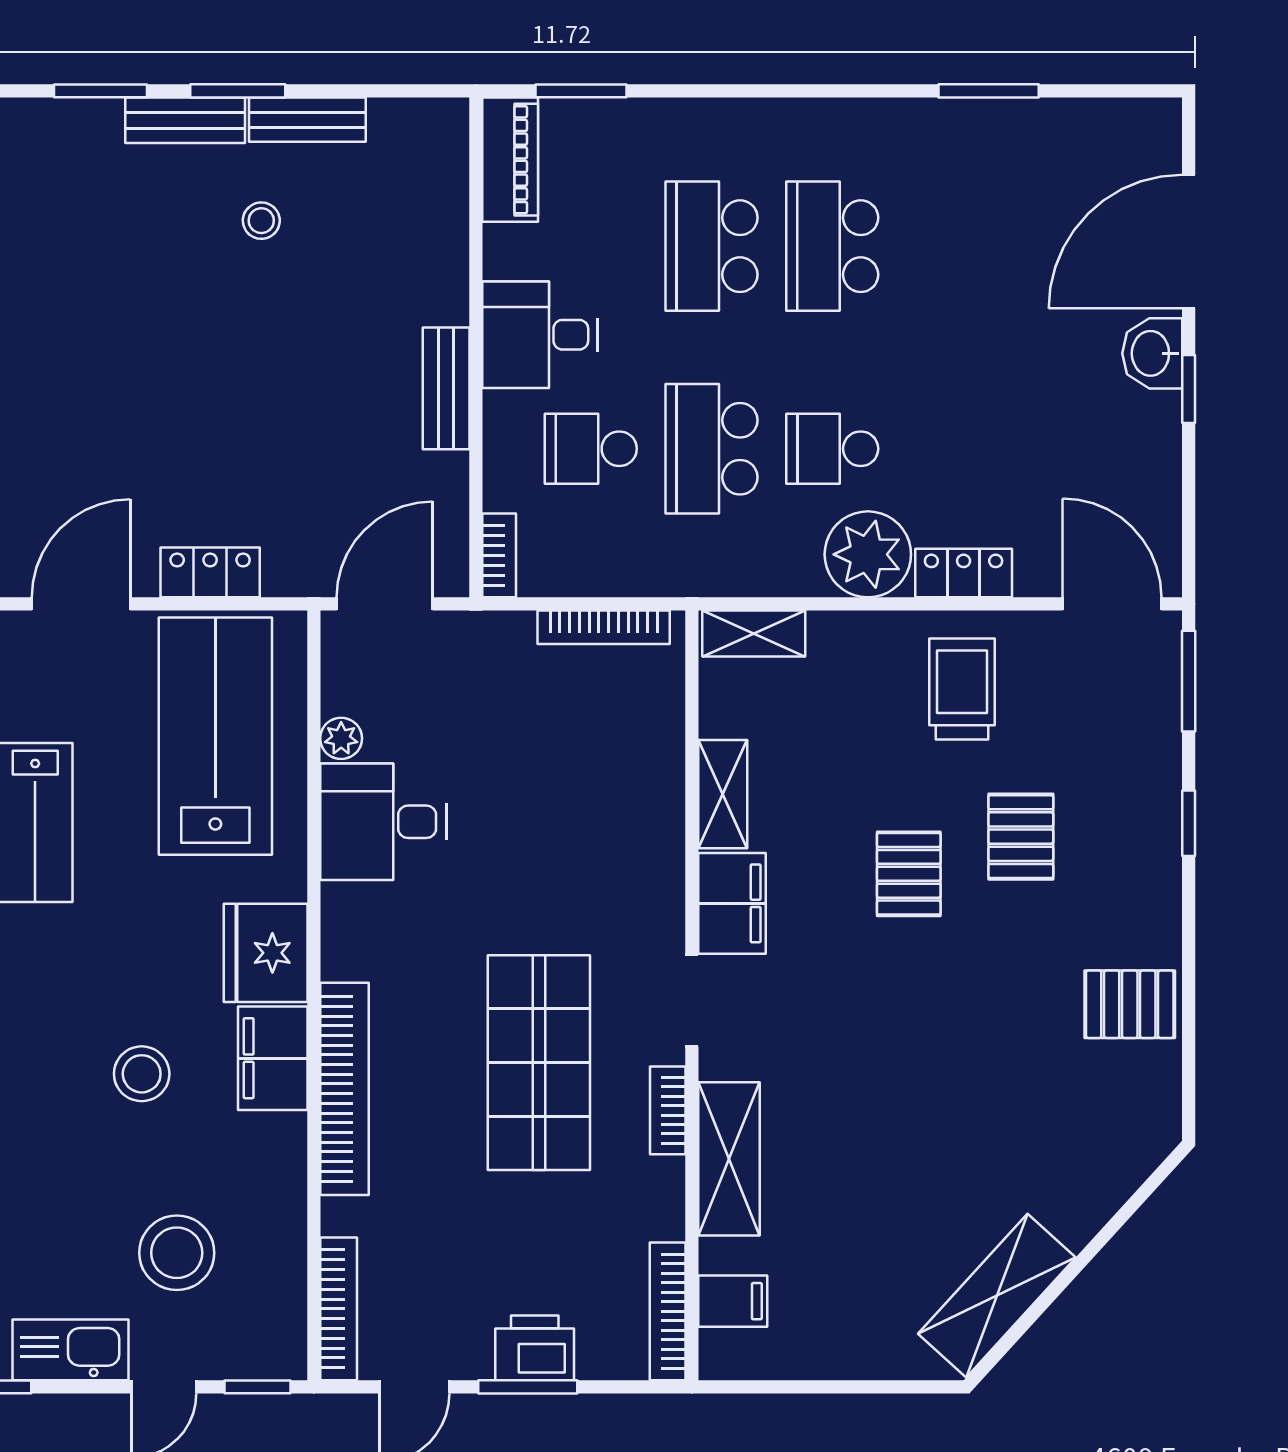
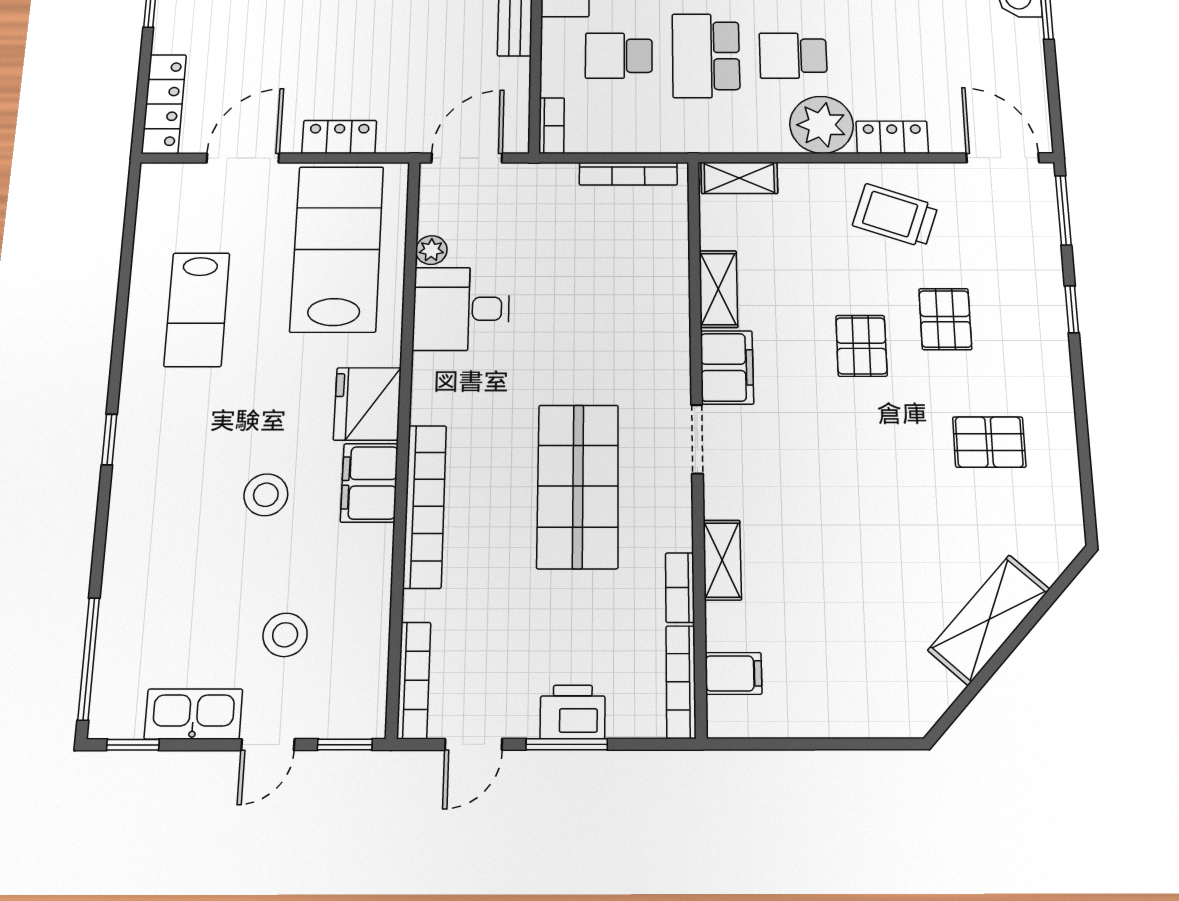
trolley: (962, 689) -> (895, 216), turned -71
pallet: (1130, 1004) -> (989, 442), moved
bookcase: (668, 1110) -> (680, 588), moved
shelving: (729, 1159) -> (722, 560), width x0.67, depth x0.75
stool: (177, 1253) -> (285, 635), width x0.73, depth x0.73
shelving: (997, 1296) -> (989, 620), moved

